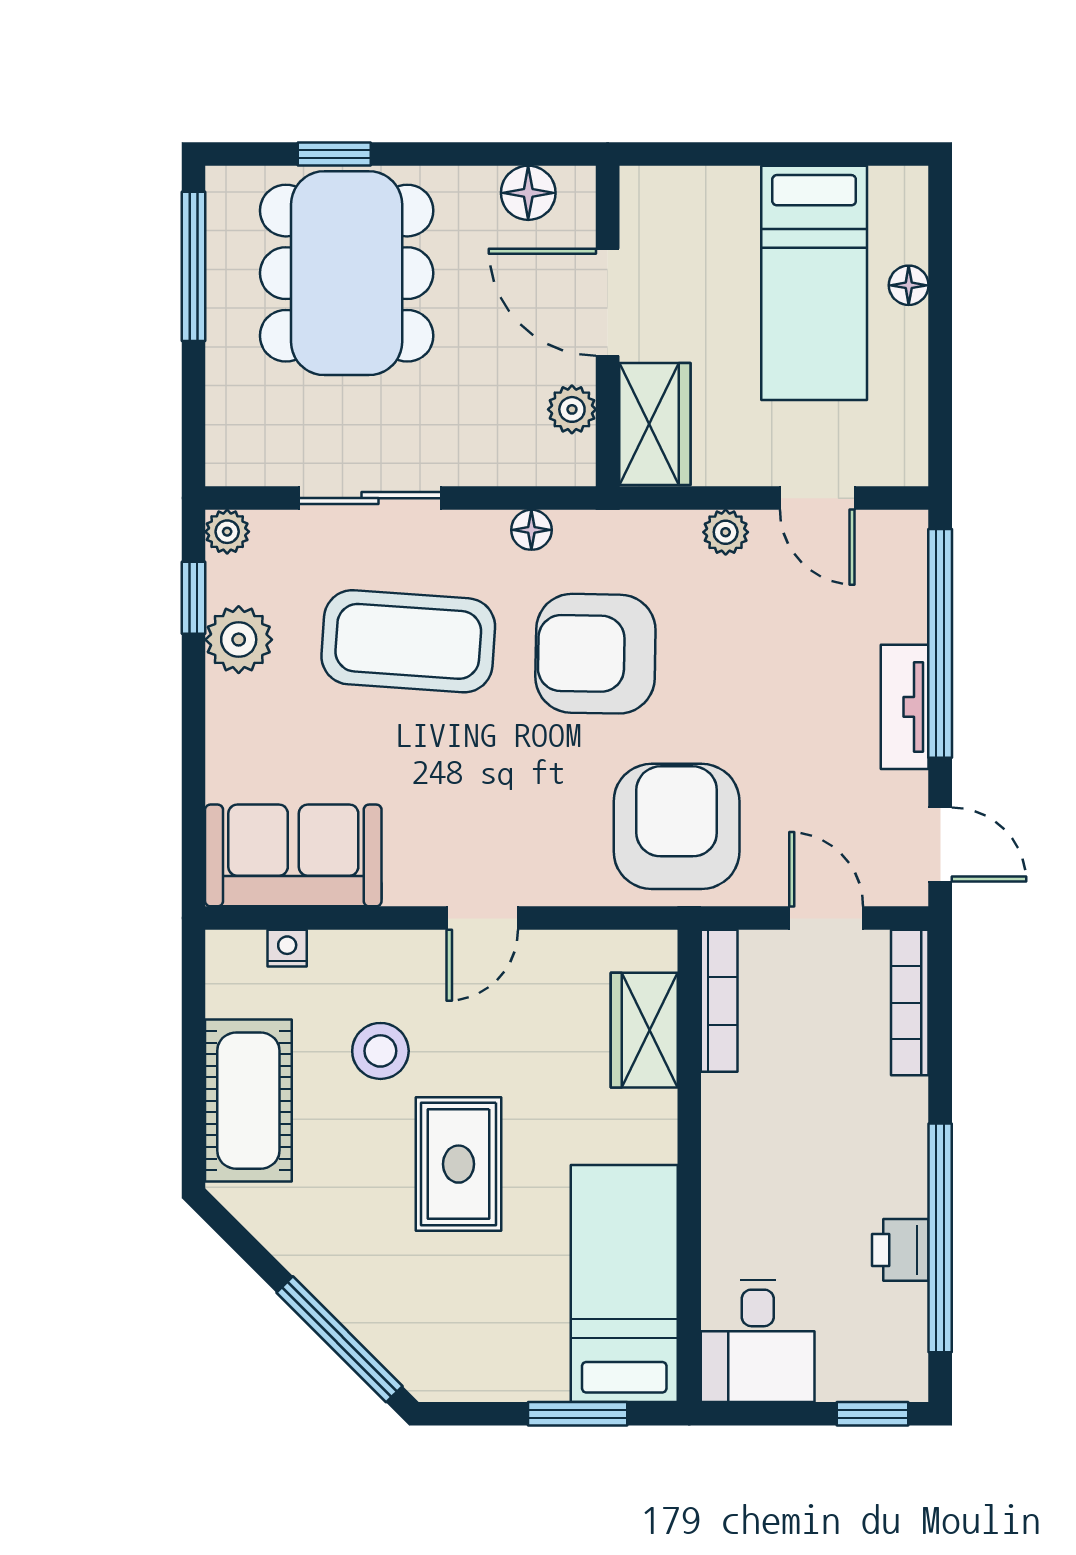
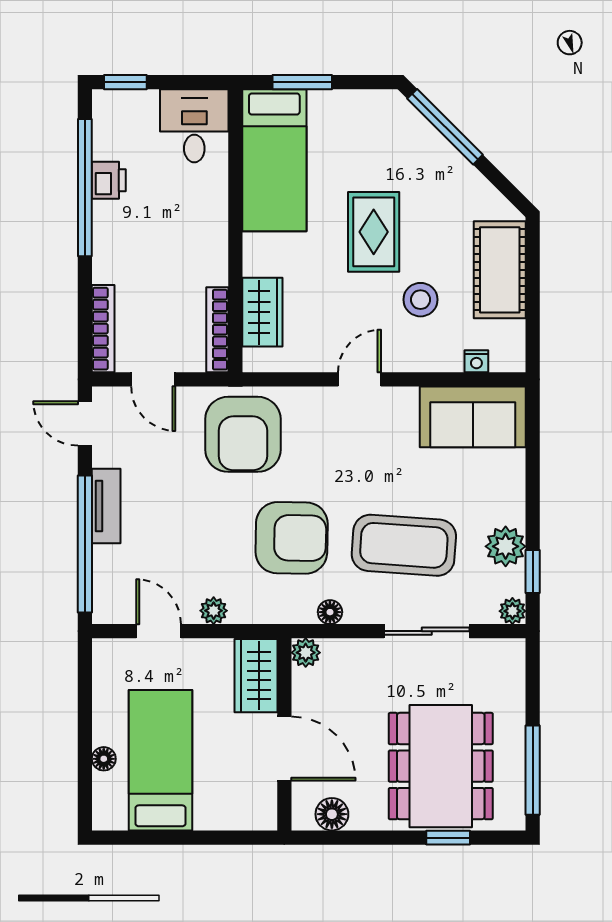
plant: (572, 409) -> (306, 653), moved

